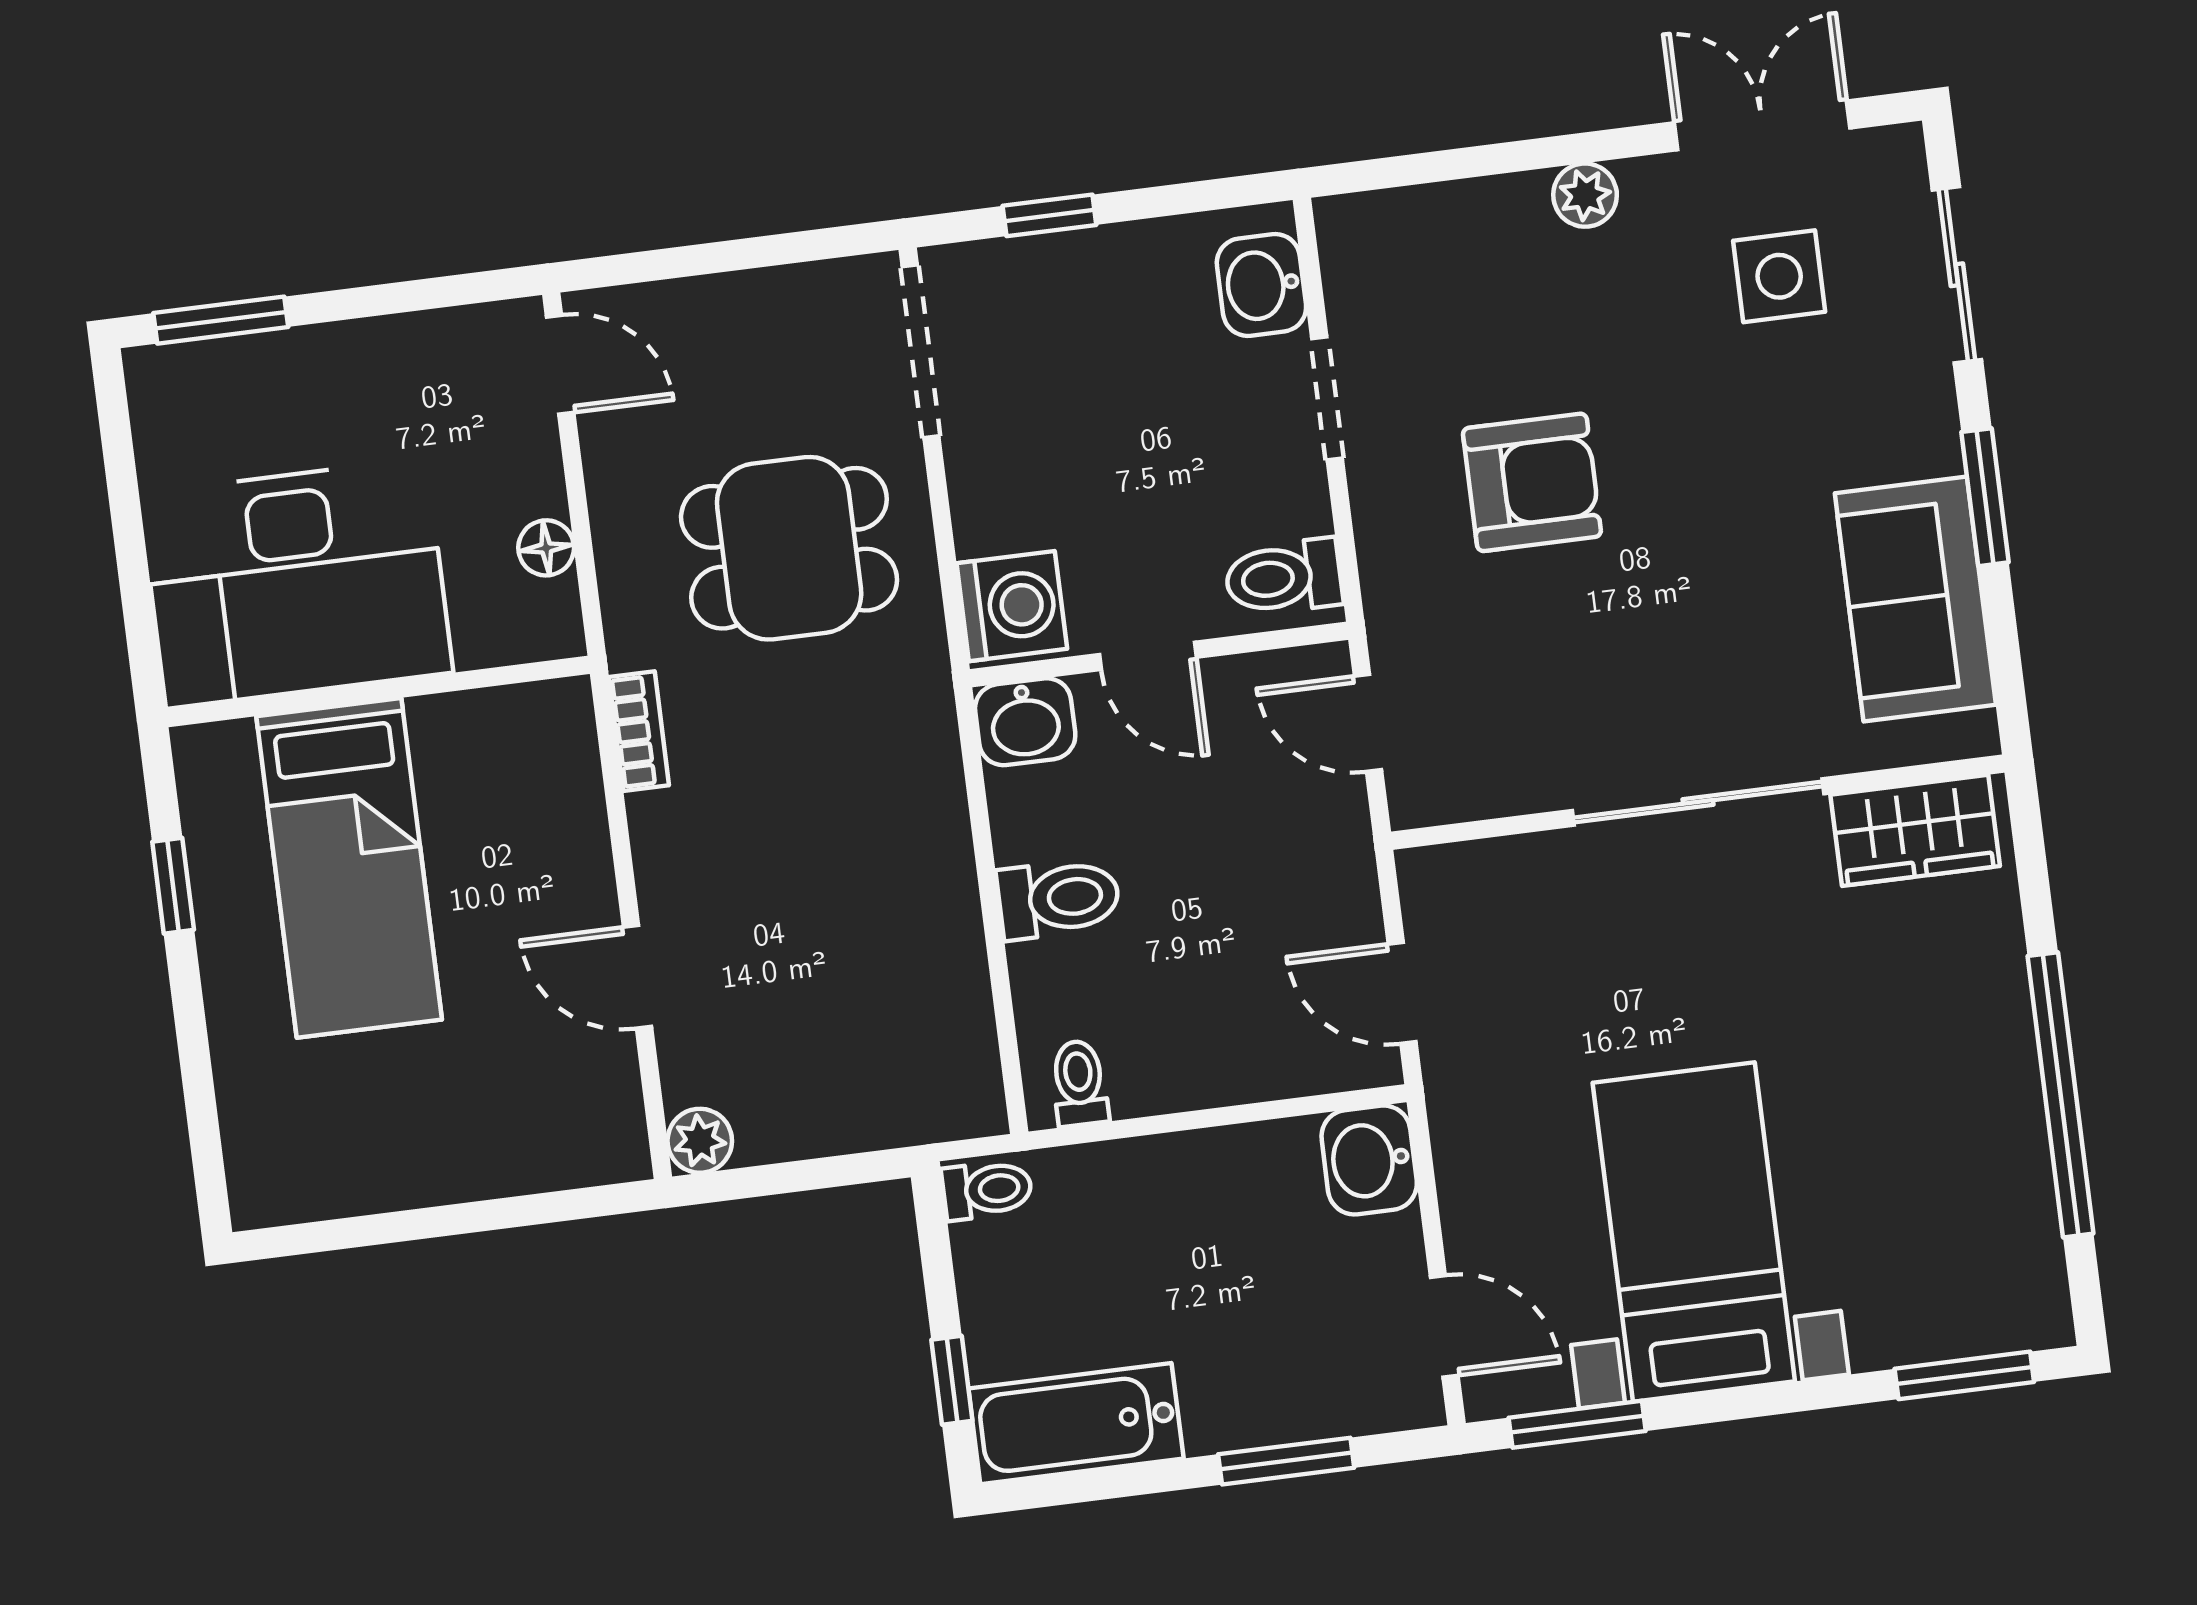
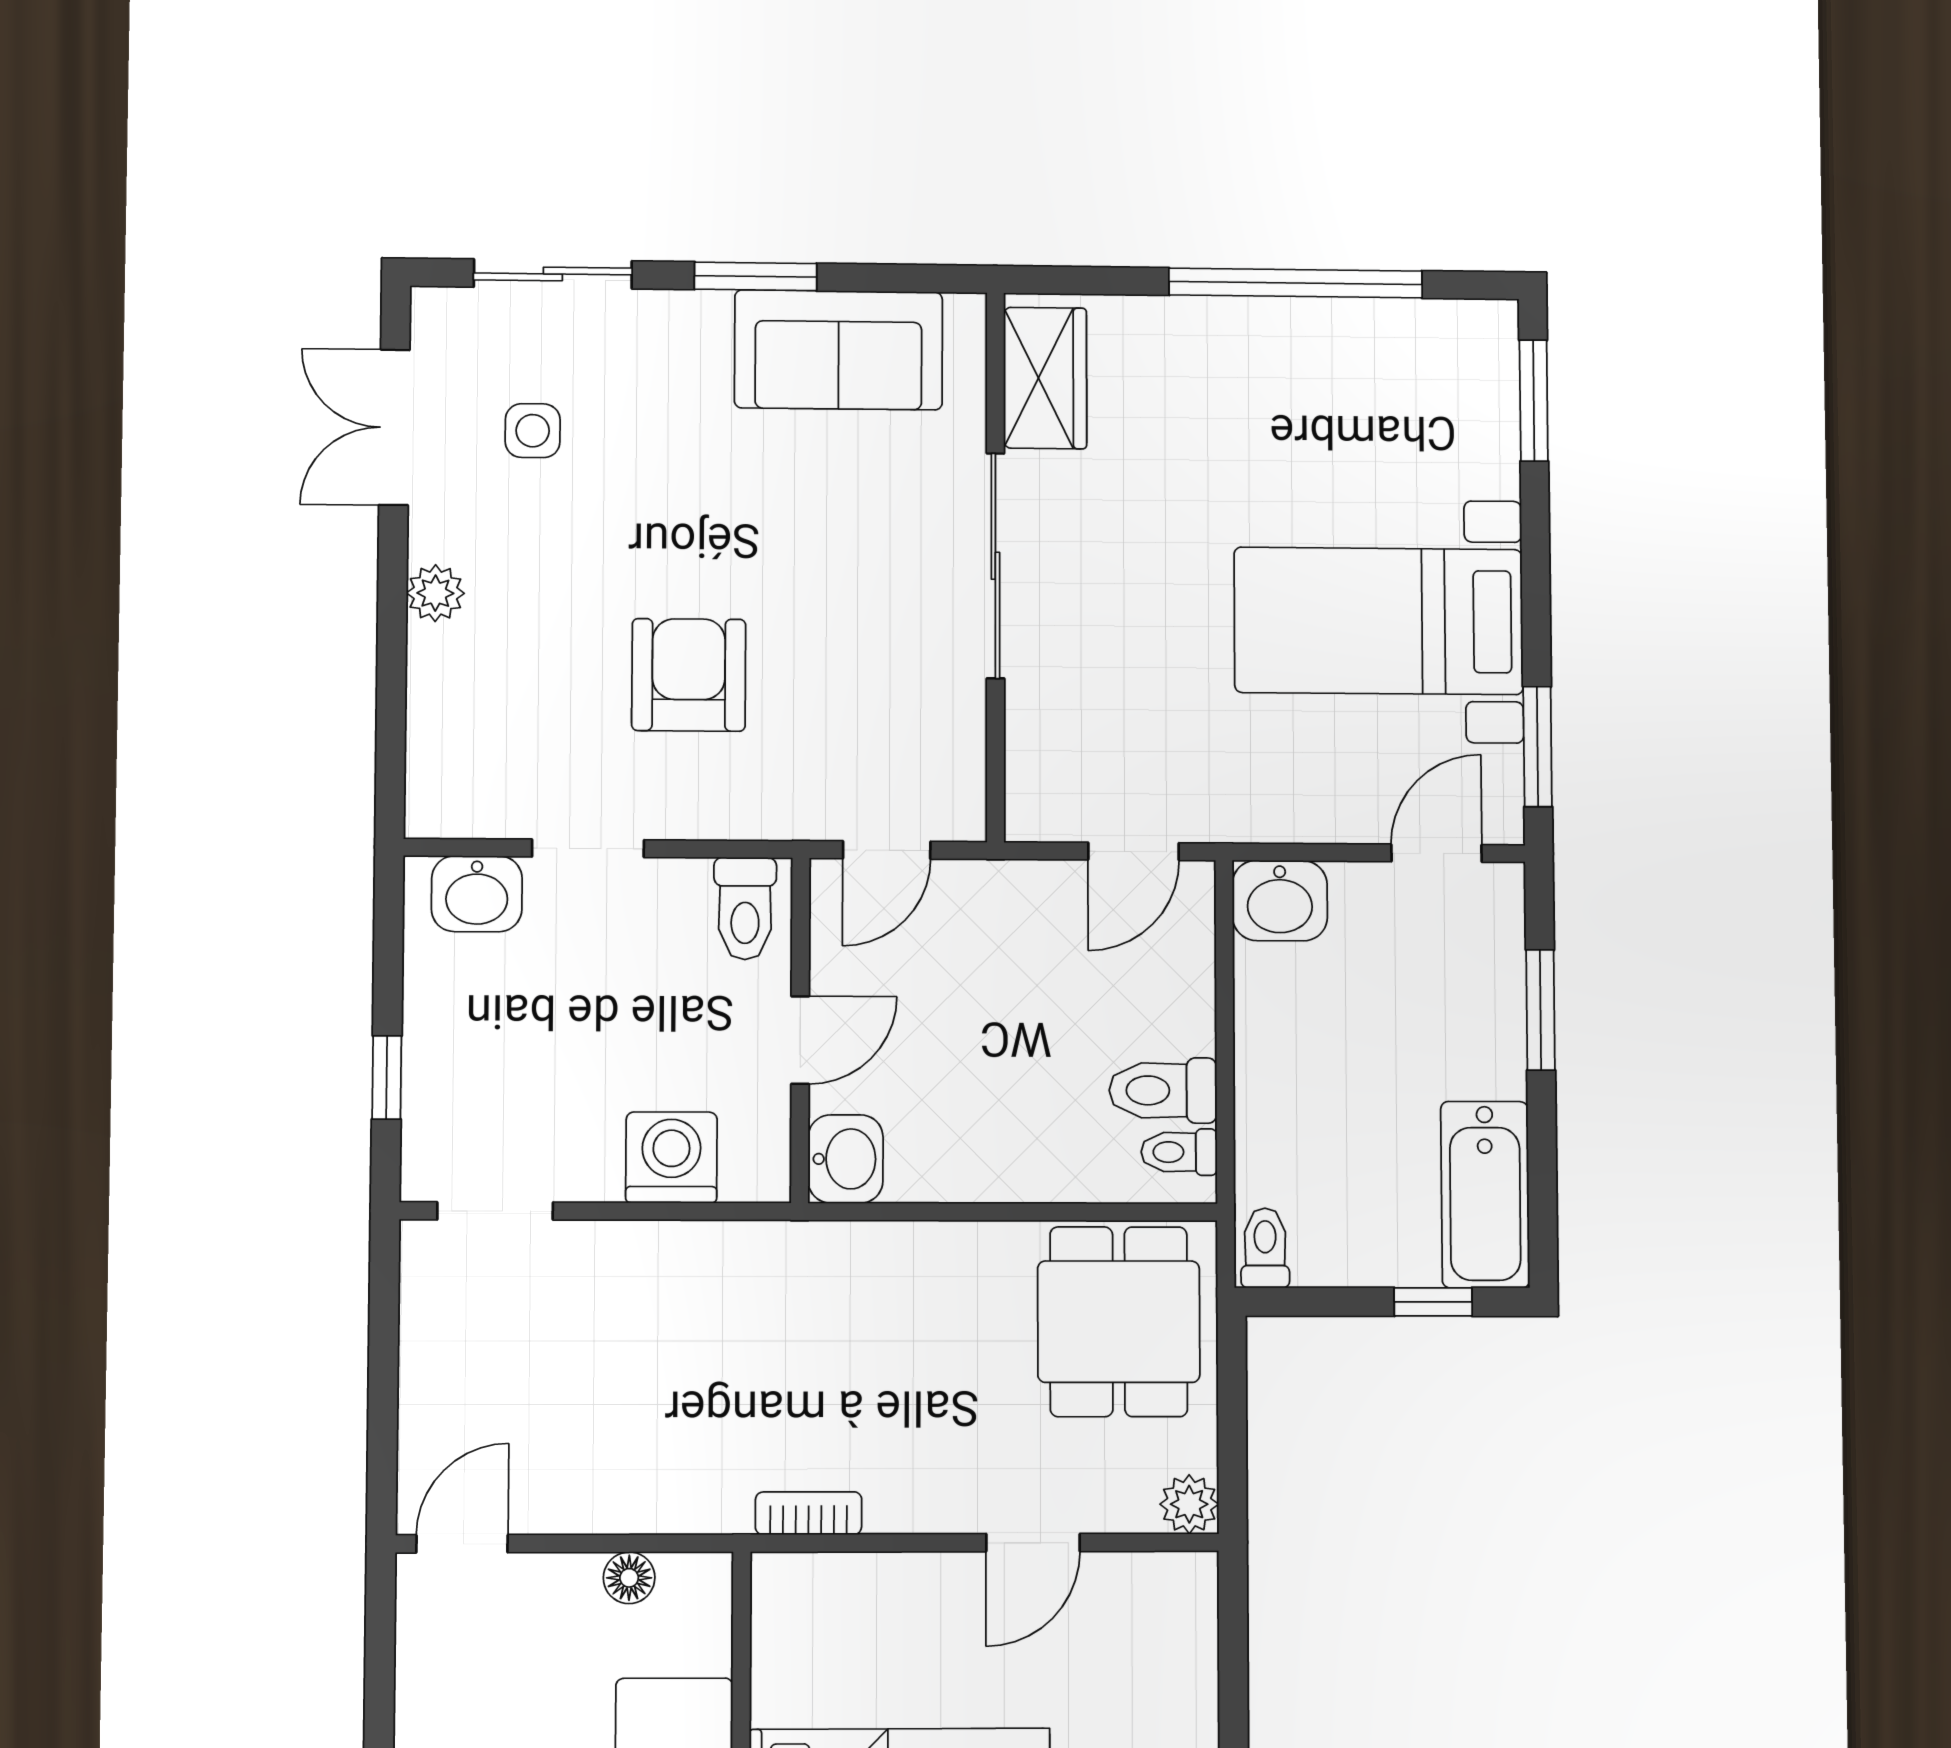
side table: (1779, 276) -> (533, 431), width x0.73, depth x0.73
doorway: (921, 351) -> (495, 1211), width x0.73
dining table: (789, 548) -> (1119, 1322), moved
washing machine: (1012, 606) -> (671, 1157), moved
toilet: (1058, 898) -> (1163, 1090), moved, turned -90

